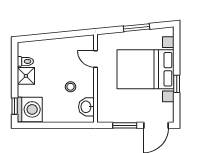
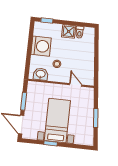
door: (96, 59) -> (76, 85), hinge flipped
bed with nightstands: (145, 69) -> (57, 121), width x0.73
washing machine: (30, 109) -> (41, 46), moved, turned -90

